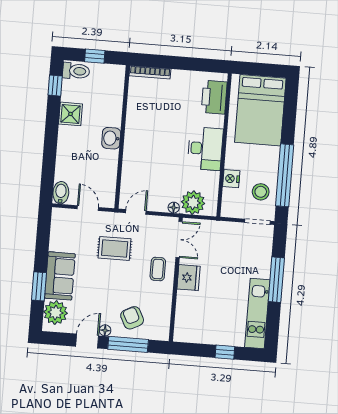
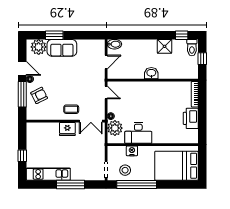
printer: (214, 97) -> (191, 118), moved, turned -90
desk: (205, 149) -> (138, 133), moved
rug: (115, 248) -> (82, 81), removed

